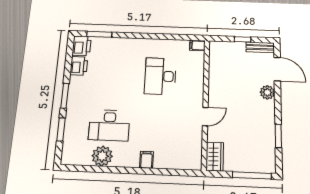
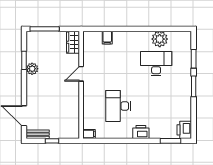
printer: (79, 66) -> (141, 132), moved, turned 90
desk: (160, 76) -> (118, 106), turned 180
plant: (267, 92) -> (32, 69), moved
filing cabinet: (147, 160) -> (107, 38), moved

